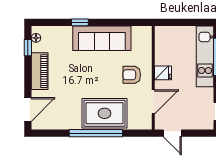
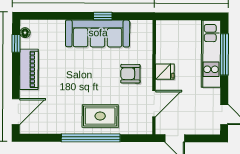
window: (80, 22) -> (103, 16), moved
rug: (105, 113) -> (100, 116), width x0.73, depth x0.70

